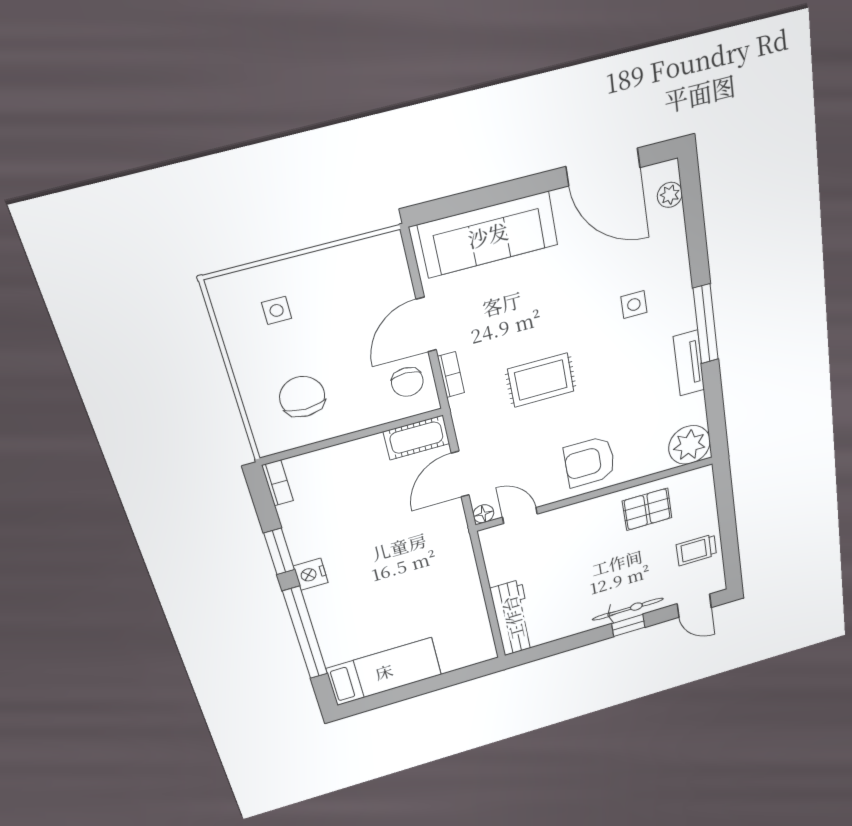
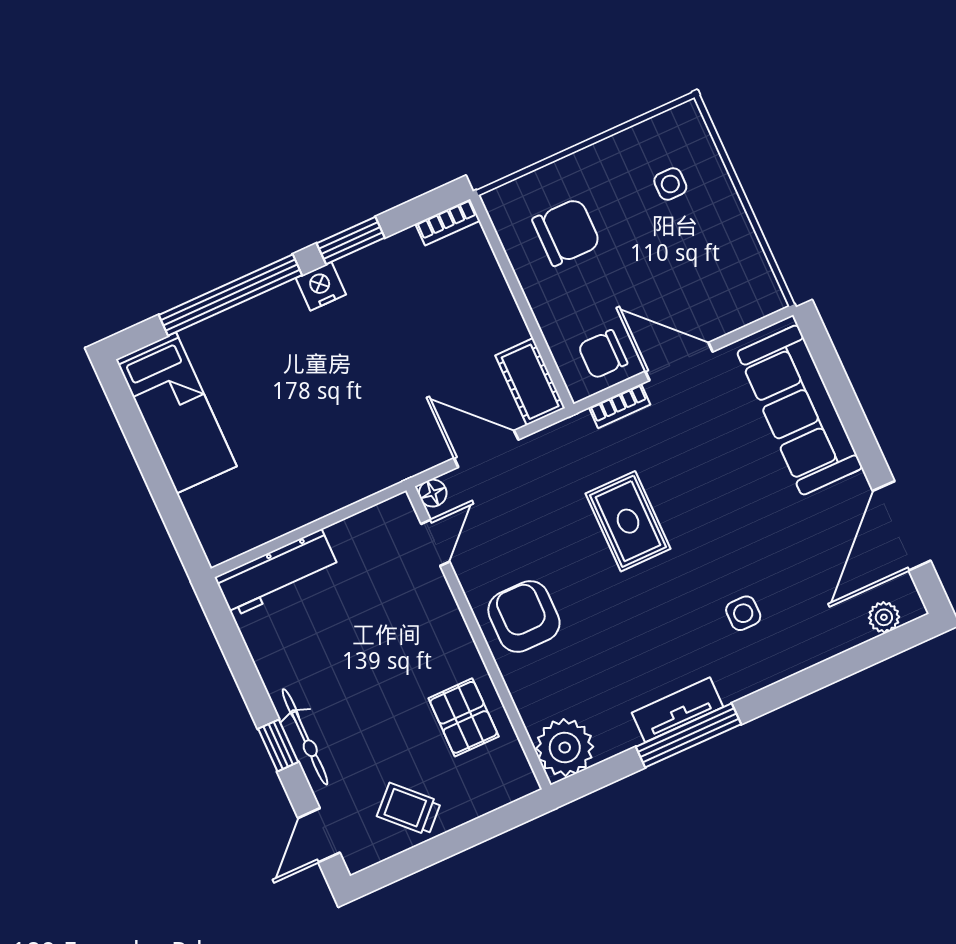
window: (706, 324) -> (688, 735), moved
trolley: (696, 550) -> (409, 809), turned -45

